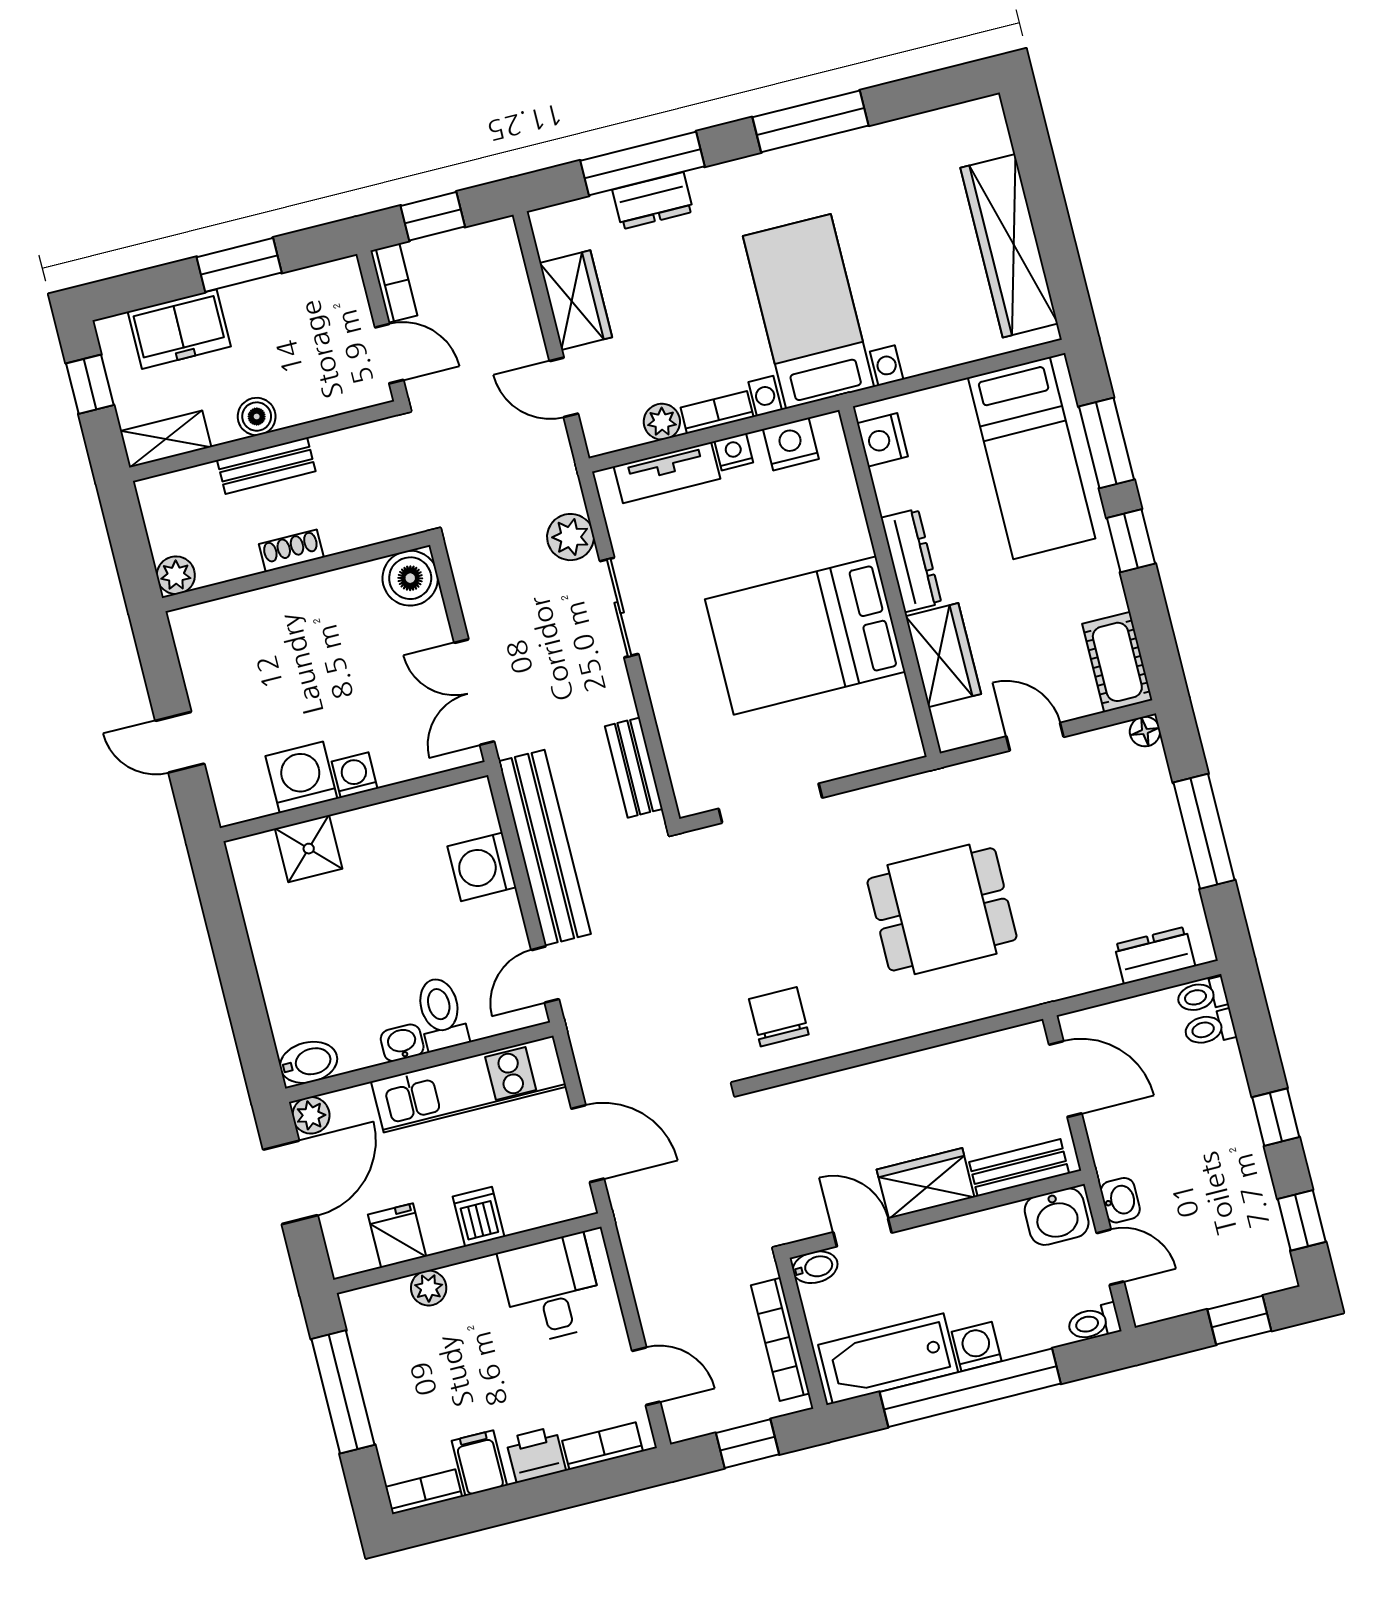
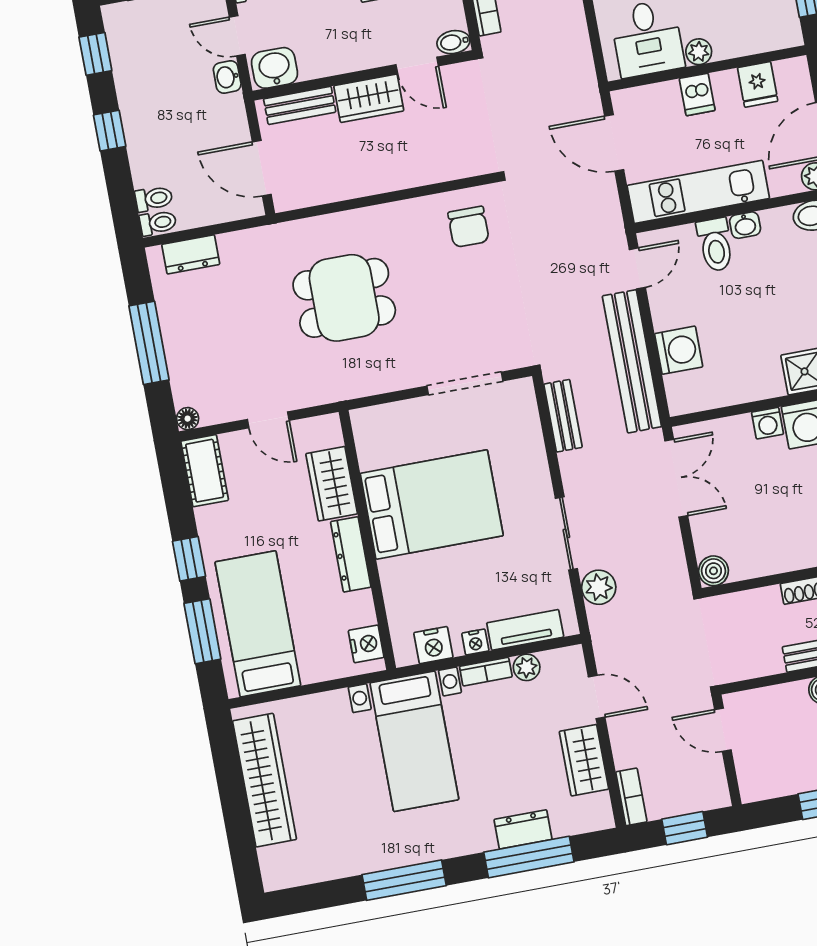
bookcase: (394, 283) -> (631, 797), moved, turned 180
boiler: (410, 578) -> (713, 571), width x0.73, depth x0.73
plant: (429, 1288) -> (699, 52), moved

